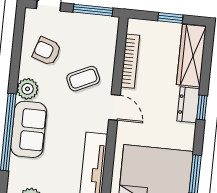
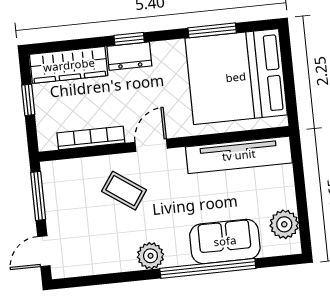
armchair: (47, 51) -> (100, 242), removed
coffee table: (83, 79) -> (124, 191), turned -30
sofa: (29, 129) -> (225, 241), moved

